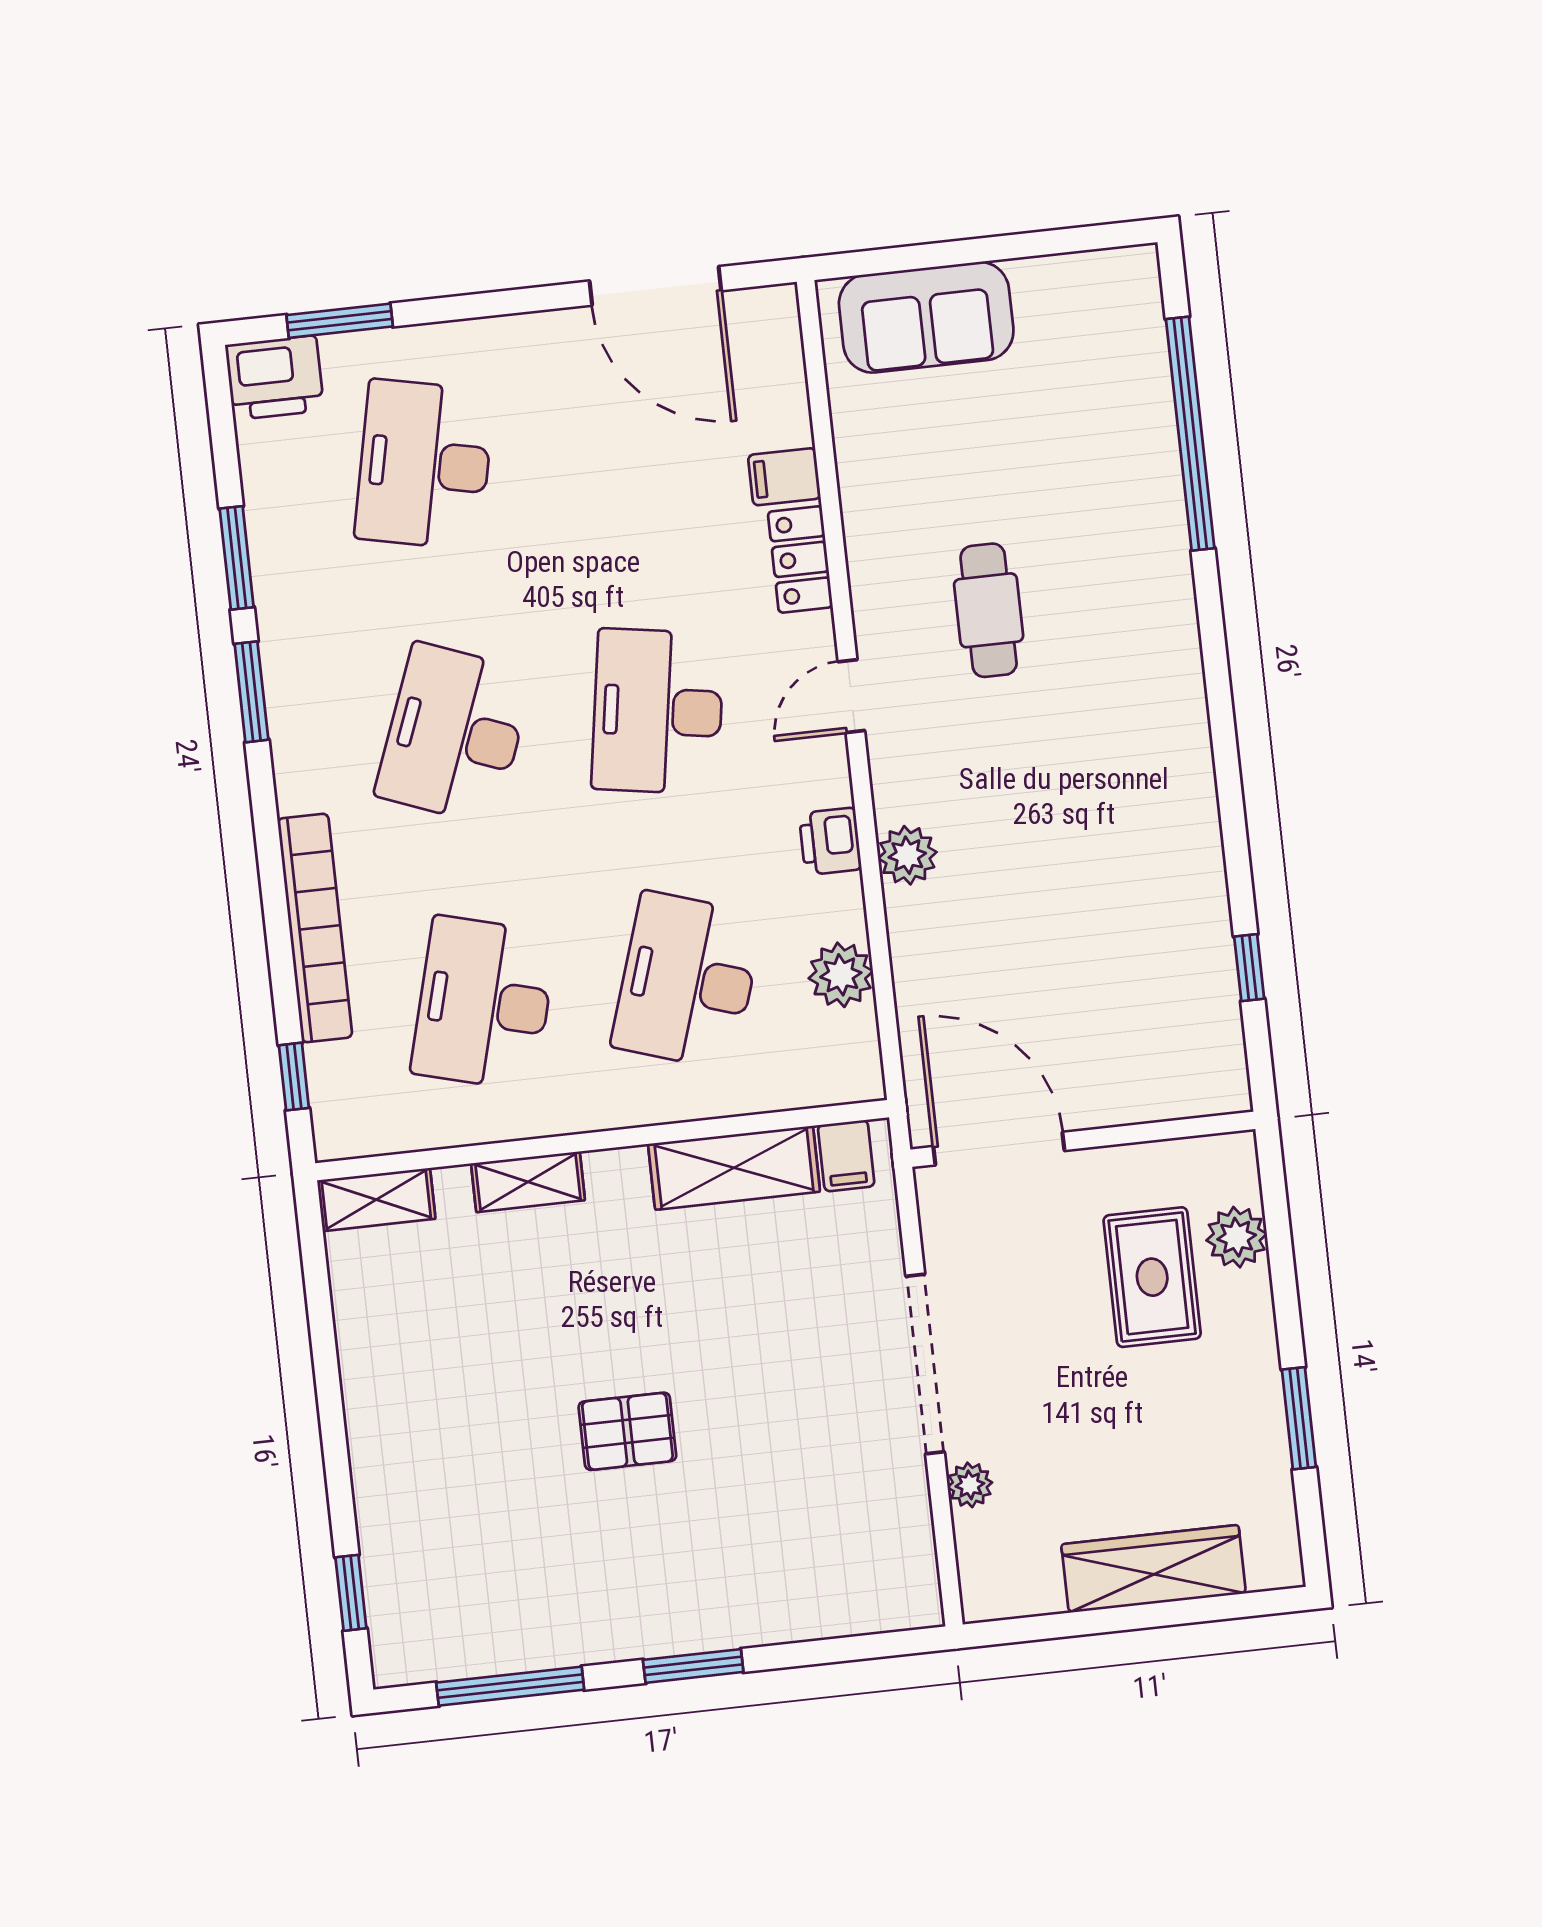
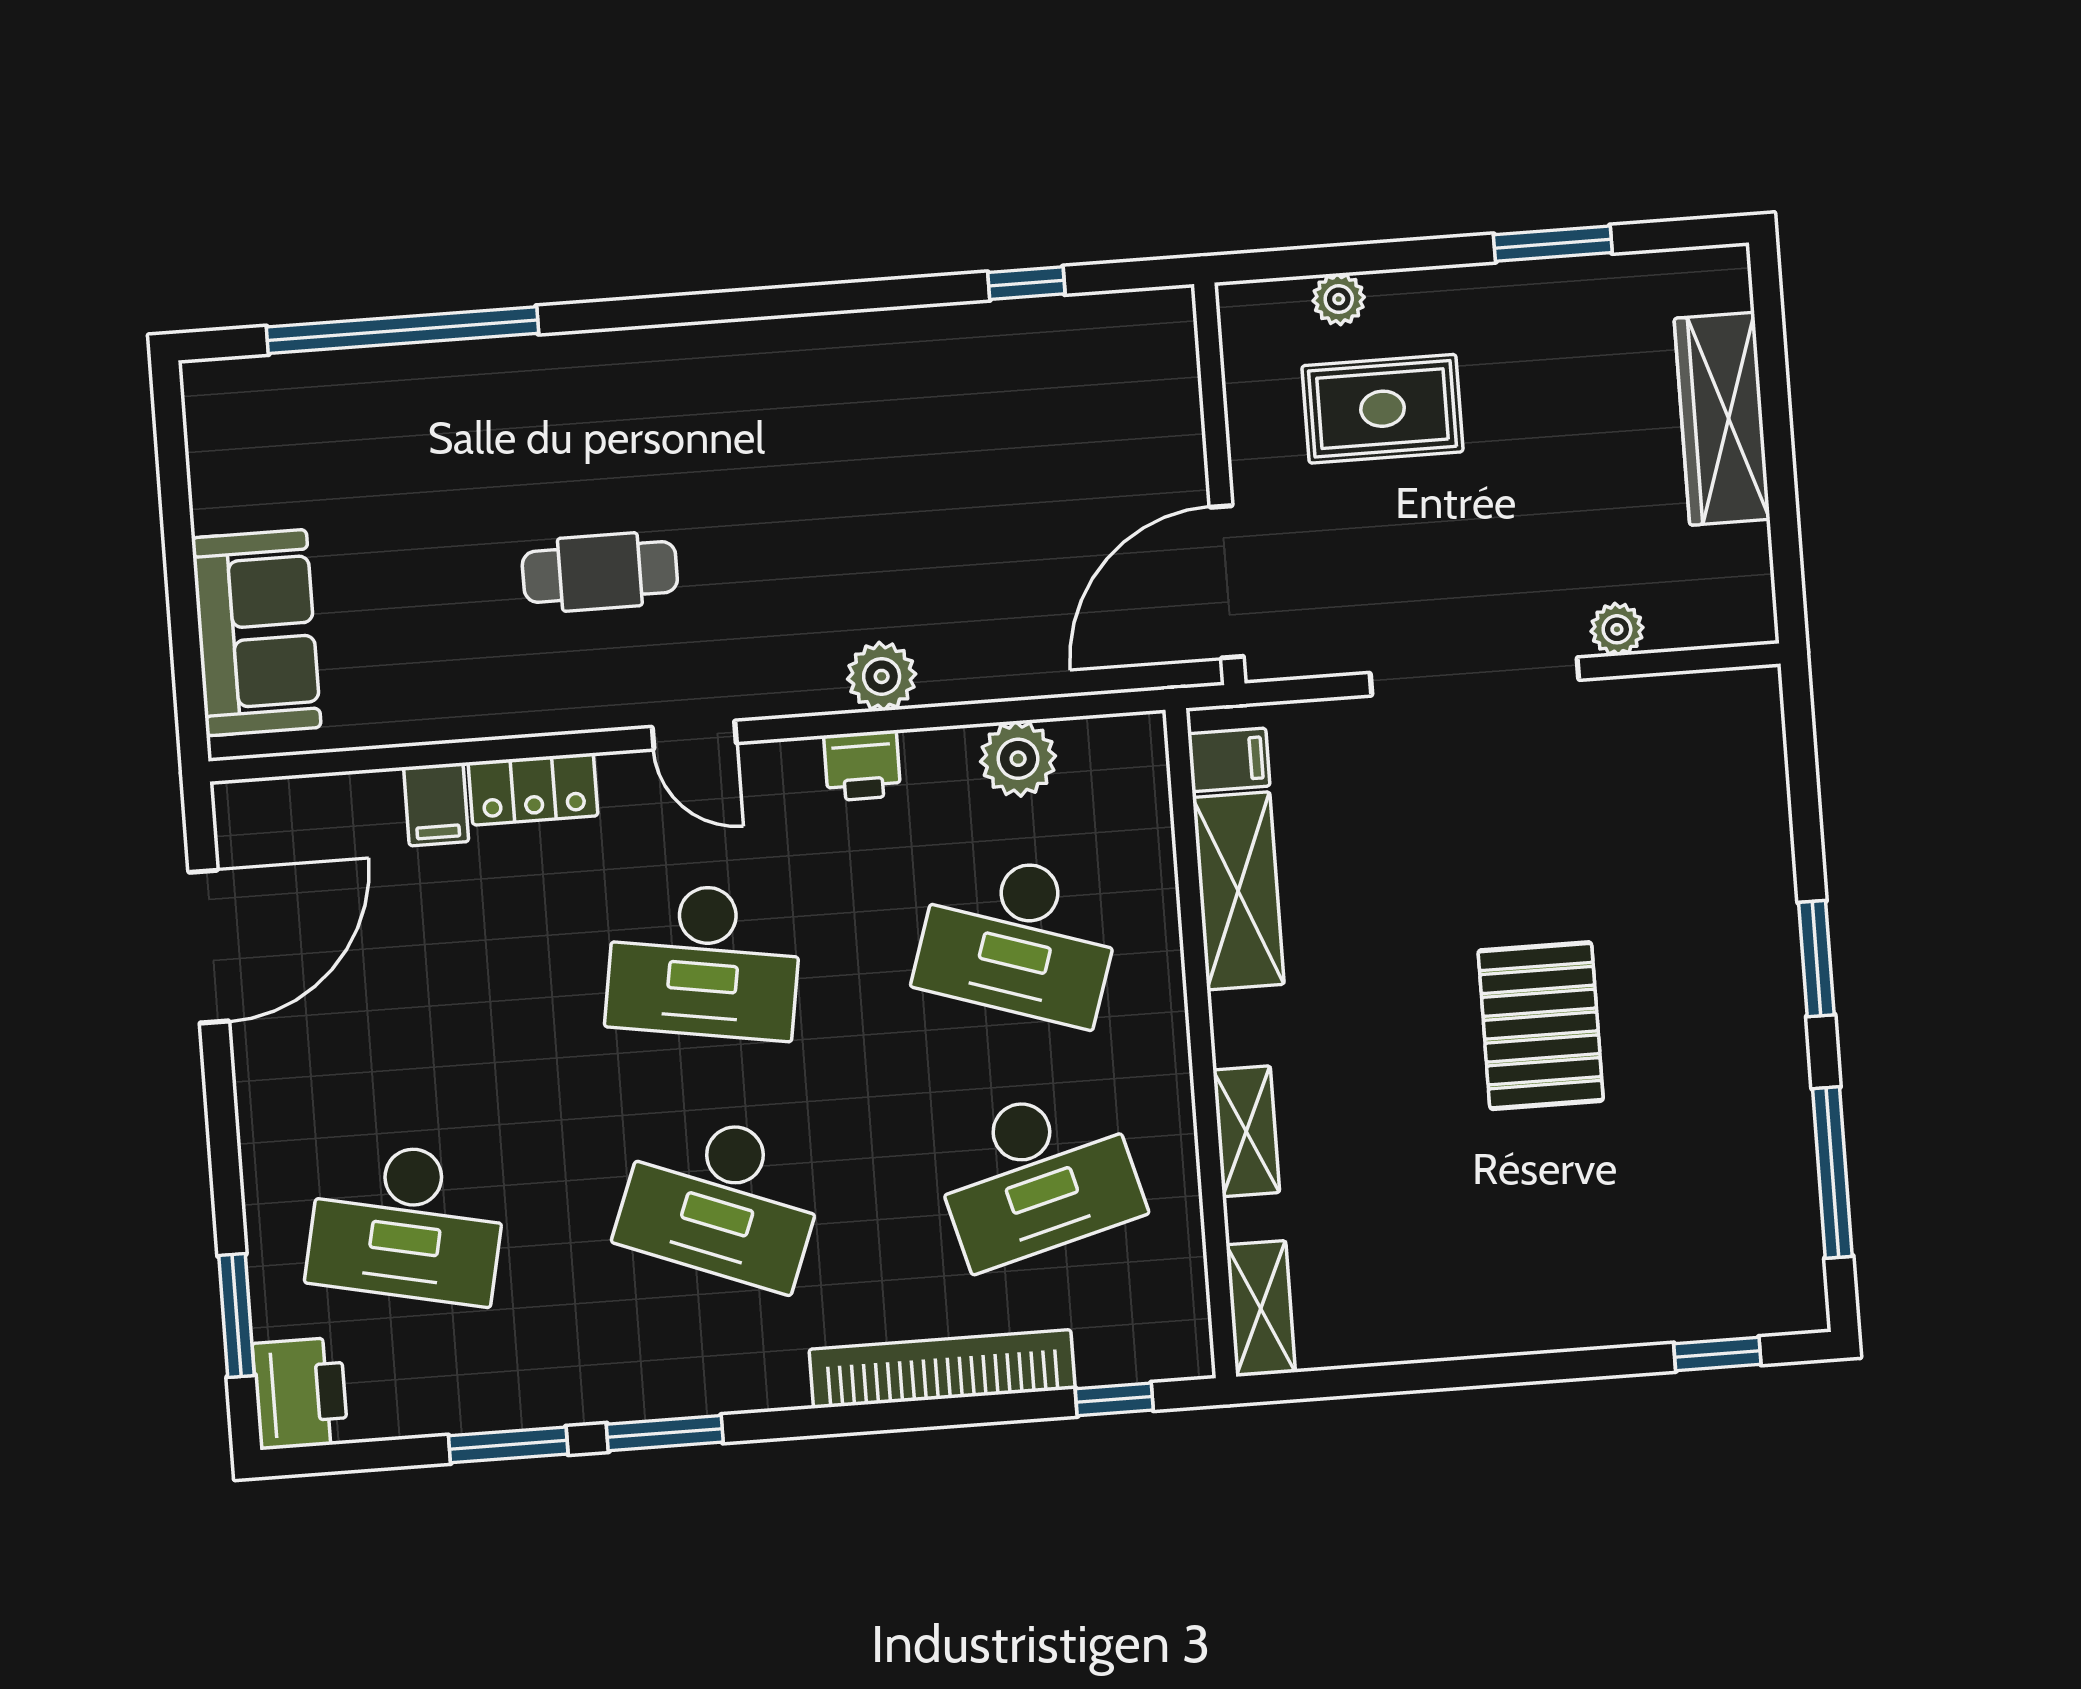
desk: (484, 1003) -> (1037, 1175), turned -30
plant: (1237, 1237) -> (1339, 299), width x0.73, depth x0.73
pallet: (627, 1431) -> (1541, 1026), width x1.50, depth x1.42

